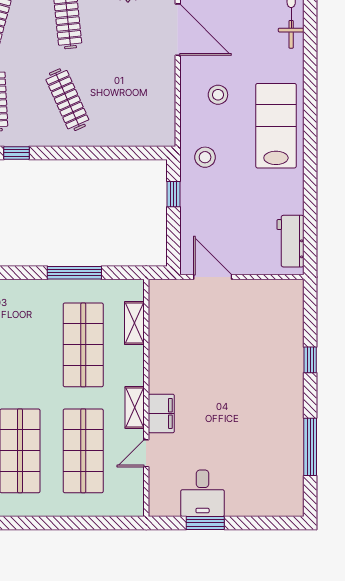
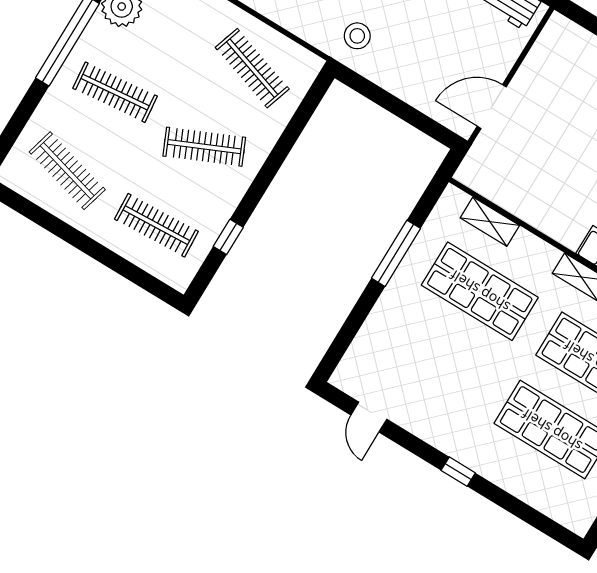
clothes rail: (140, 100) -> (252, 68), added
window: (174, 194) -> (376, 94), removed

